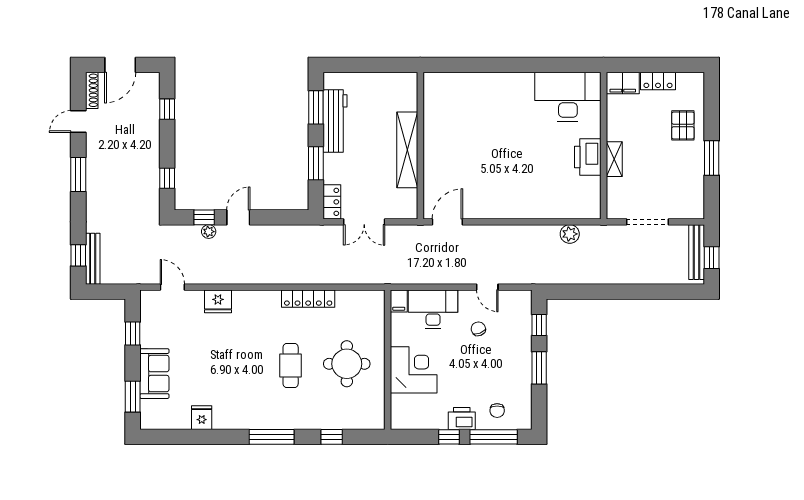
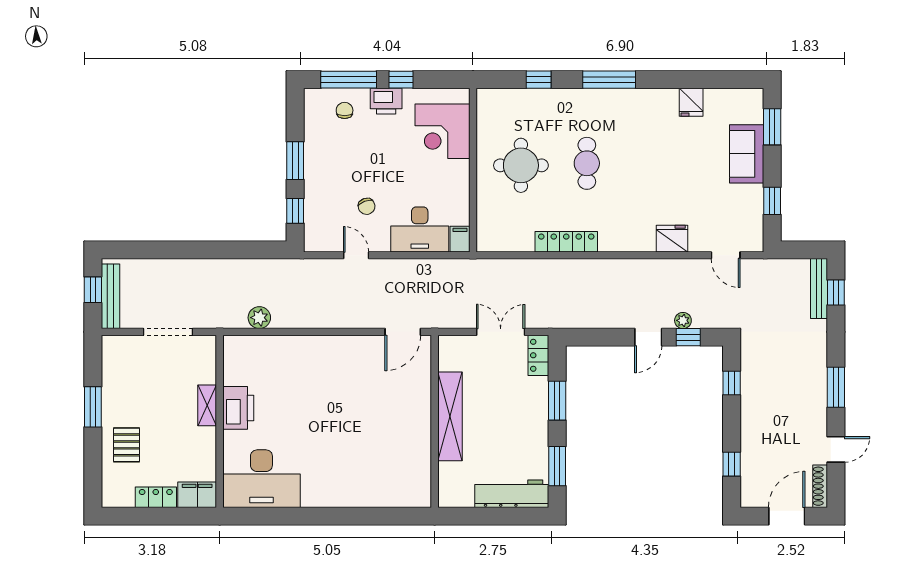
workbench: (335, 121) -> (512, 494), moved, turned 90
corner desk: (414, 370) -> (443, 131), moved

